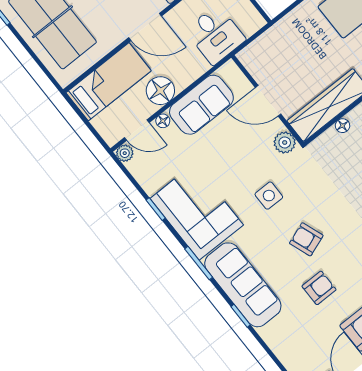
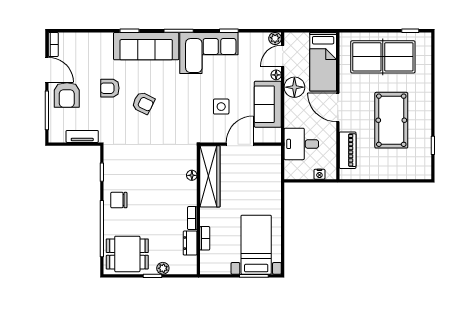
door: (145, 27) -> (338, 107), hinge flipped
plant: (285, 143) -> (208, 135), removed
side table: (269, 196) -> (221, 107), moved
armchair: (306, 239) -> (143, 103), turned 46
armchair: (319, 288) -> (110, 88), turned 90

